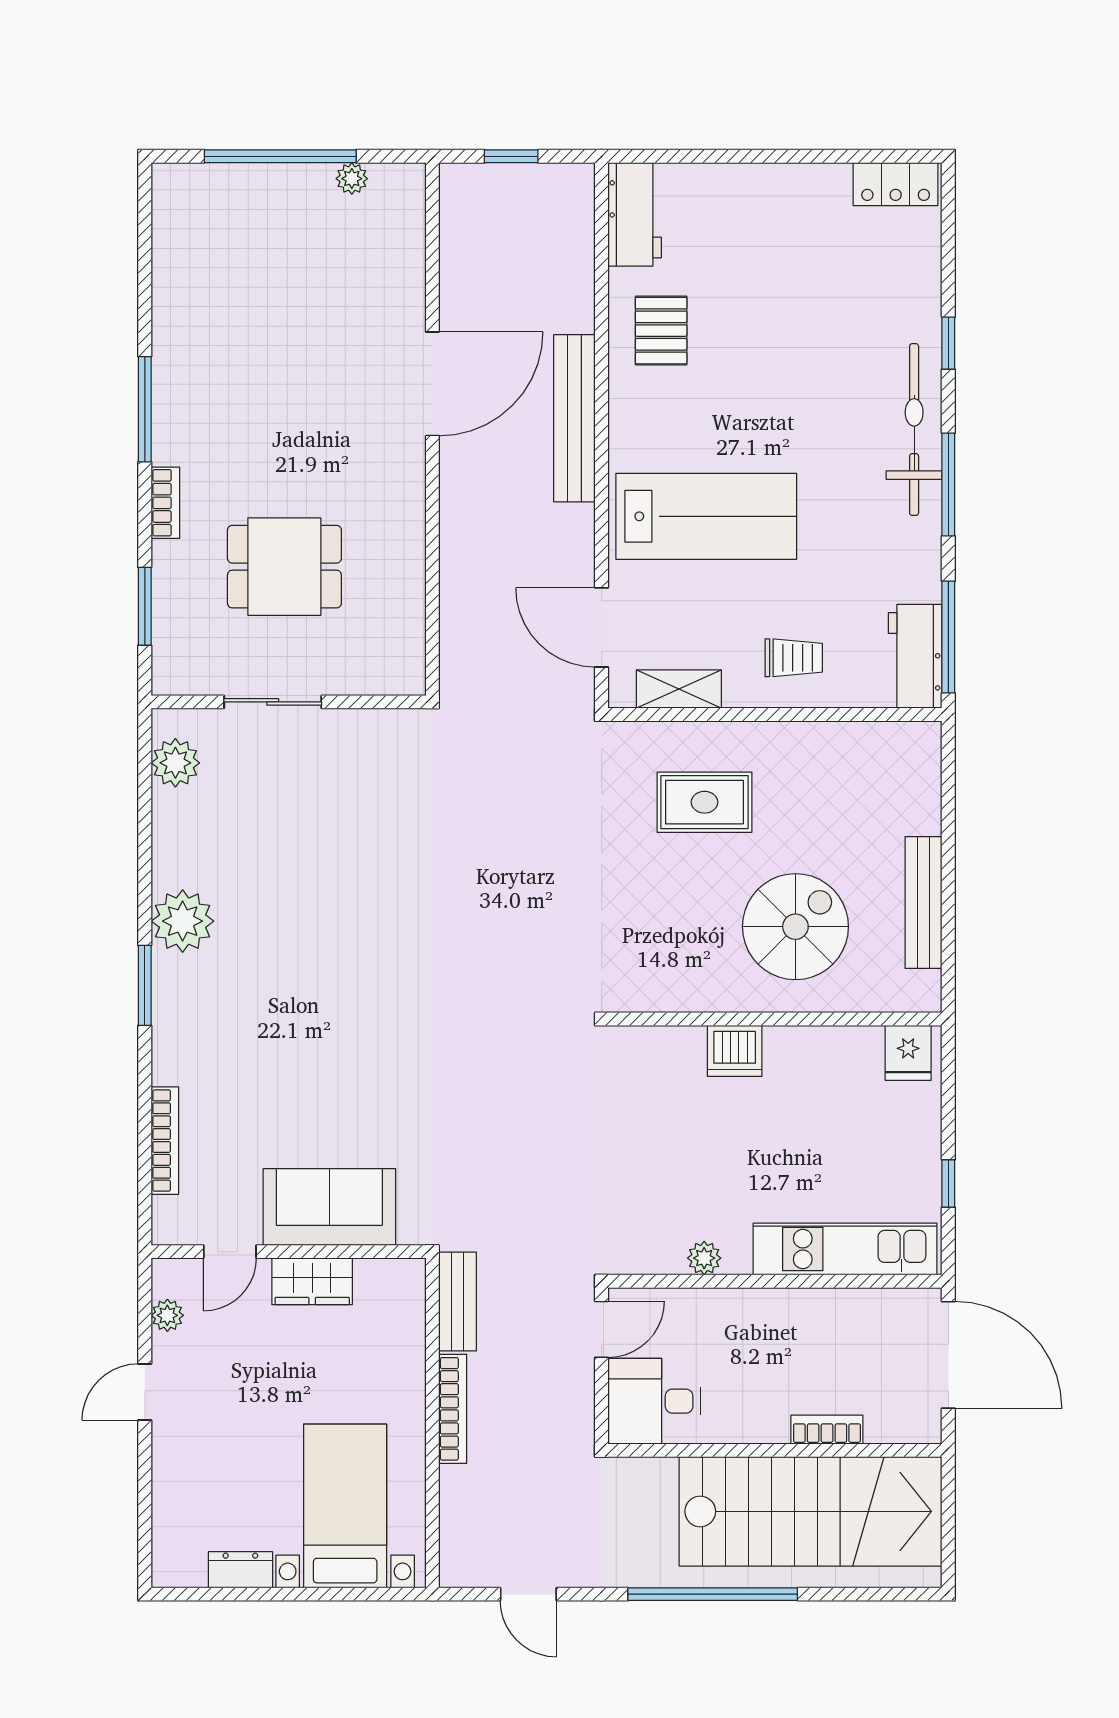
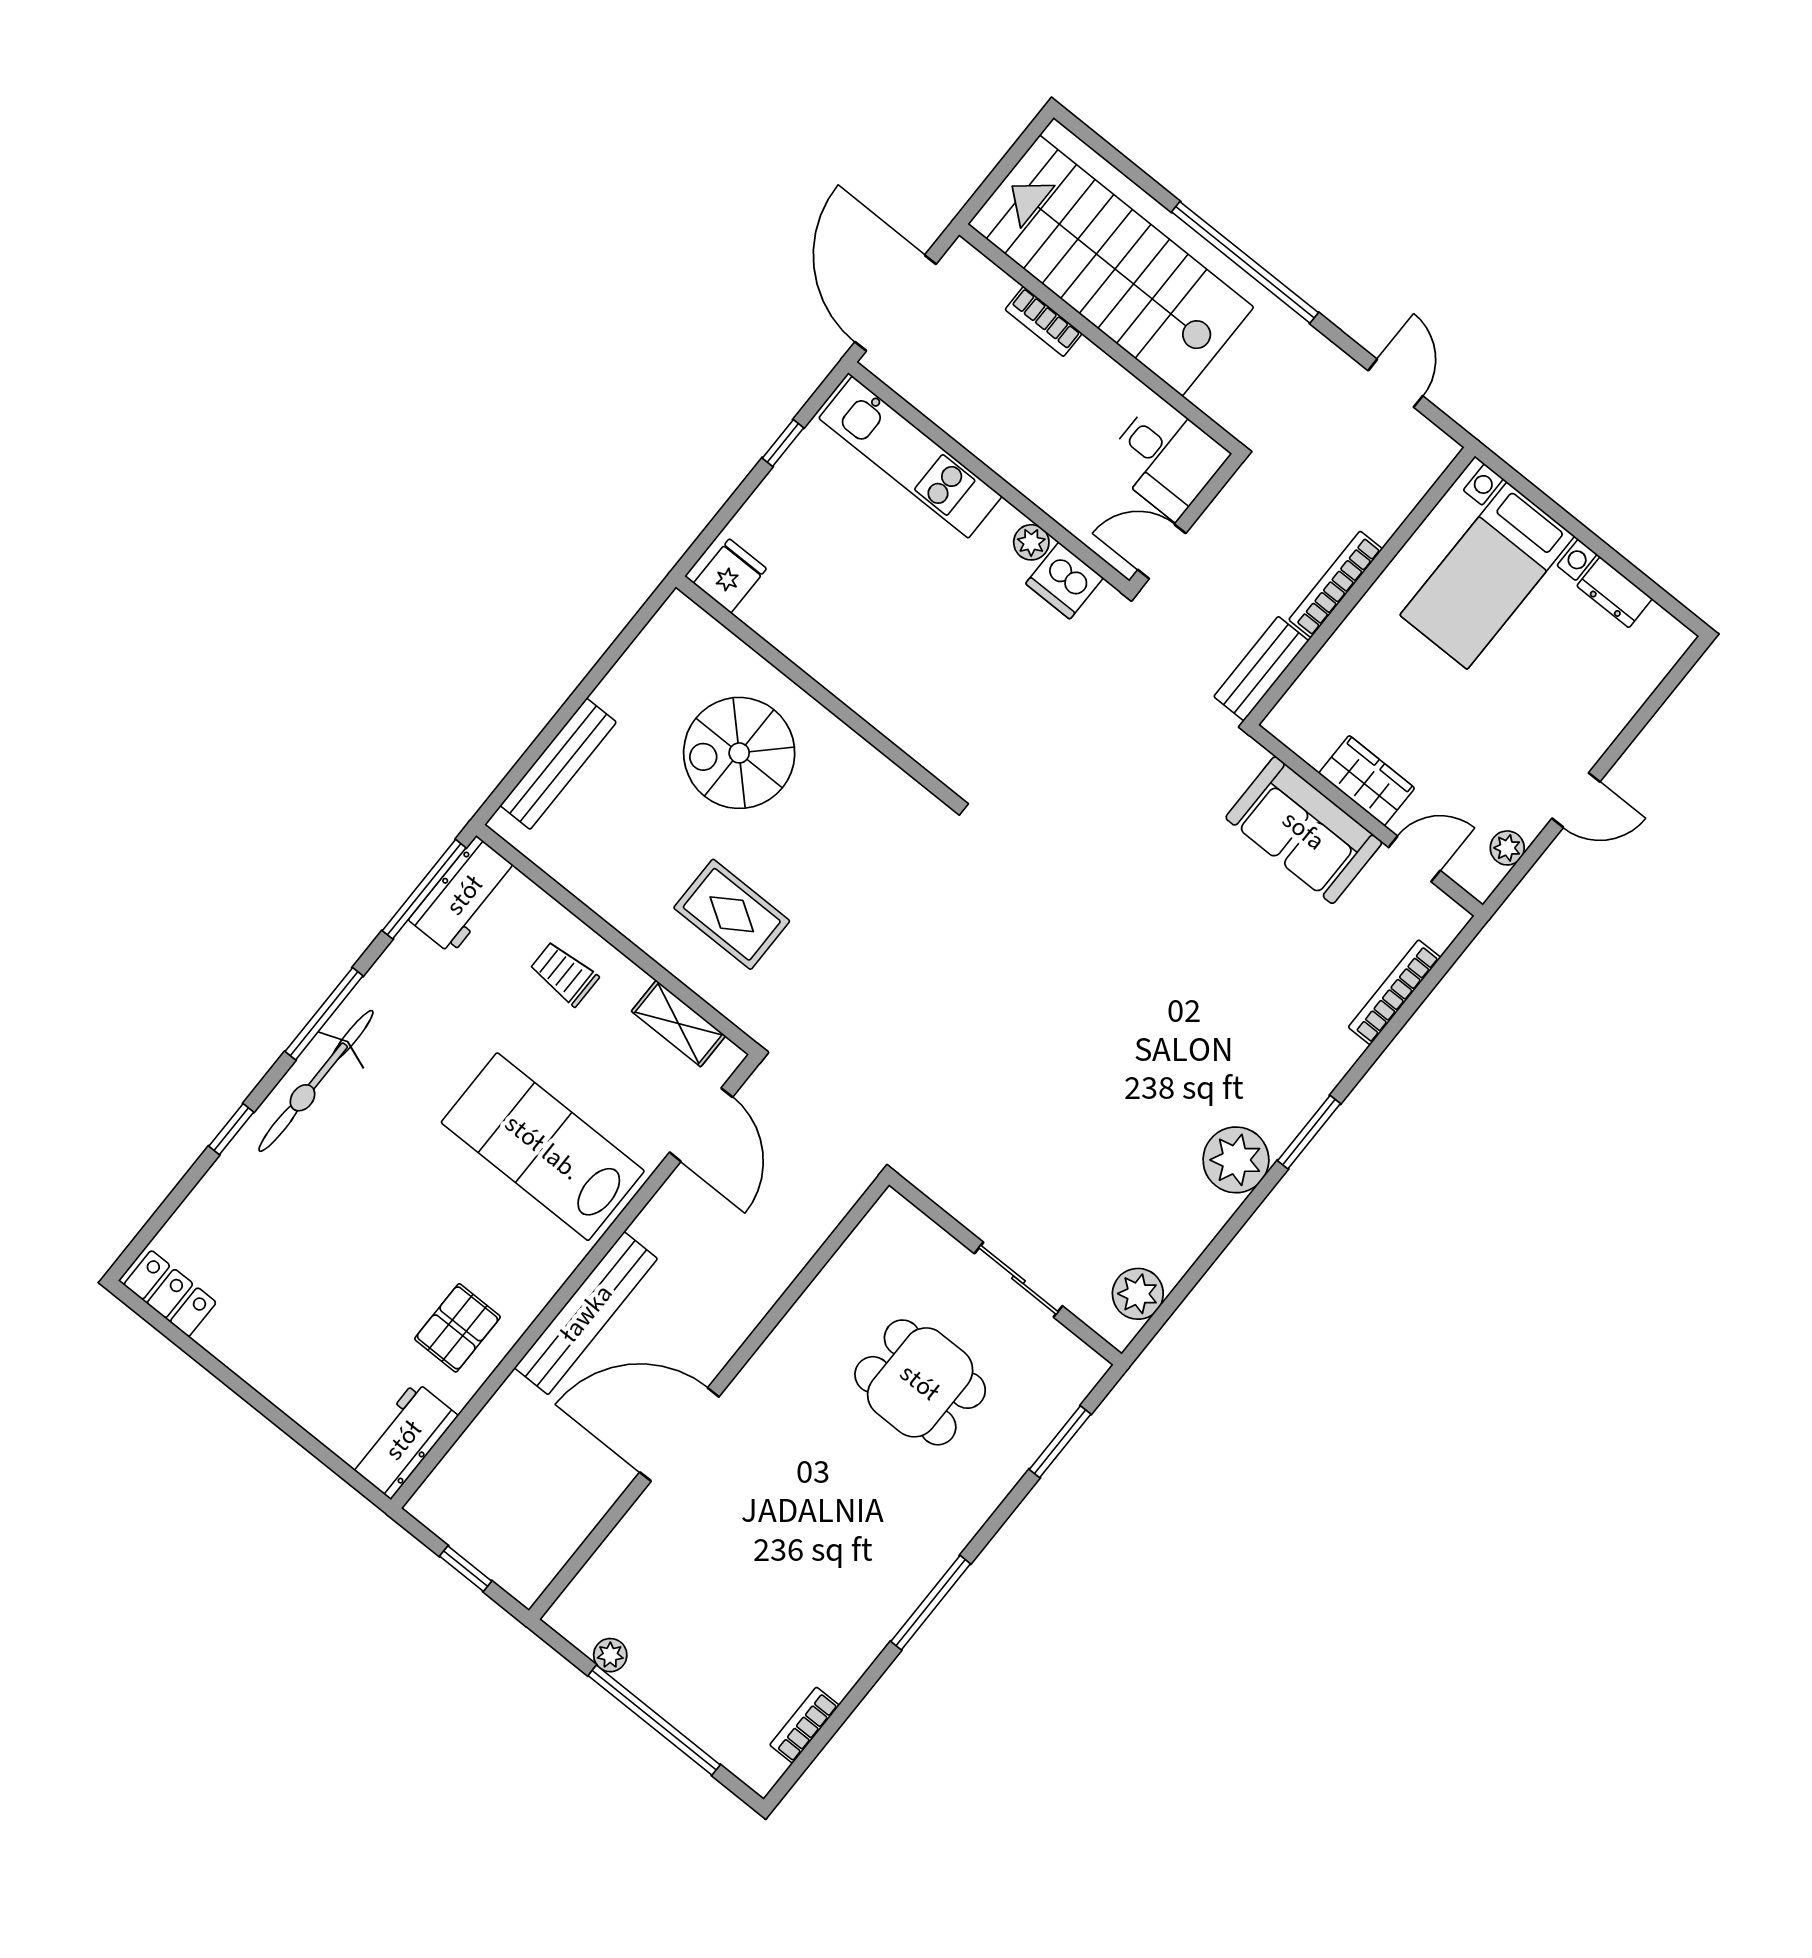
bookcase: (165, 503) -> (804, 1725), moved
bench: (923, 903) -> (558, 764), moved
dishwasher: (735, 1051) -> (1064, 581), moved, turned 180

